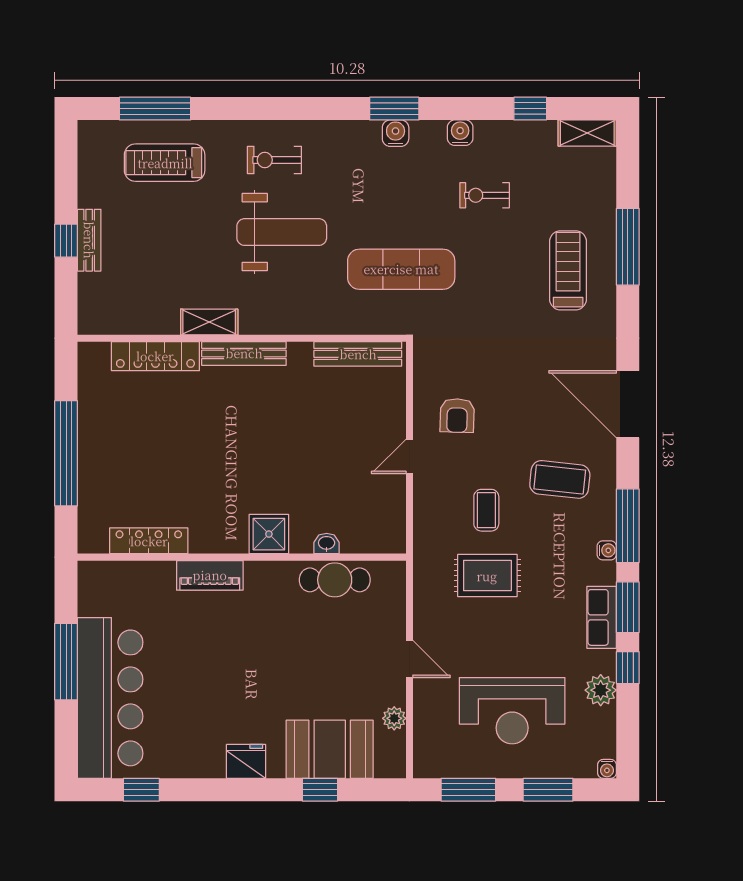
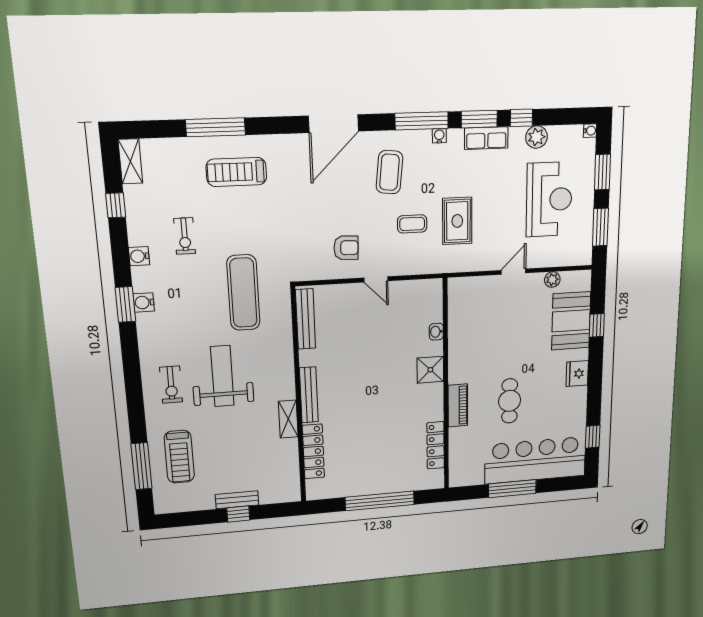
cafe table: (335, 580) -> (510, 401), moved

